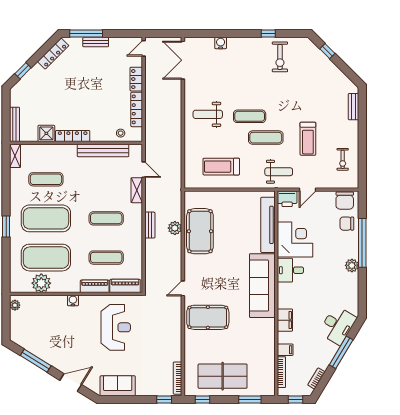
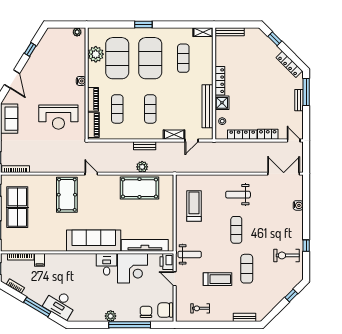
weight bench: (208, 114) -> (238, 195), turned -90
shower: (46, 133) -> (222, 103), moved
exercise mat: (266, 138) -> (247, 269), moved
treadmill: (308, 139) -> (217, 279), turned 180
weight bench: (279, 172) -> (190, 254), turned -90
filing cabinet: (285, 320) -> (65, 260), removed
window: (36, 361) -> (30, 50), width x0.46

